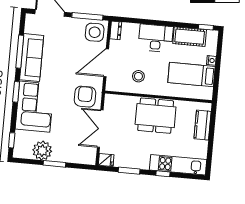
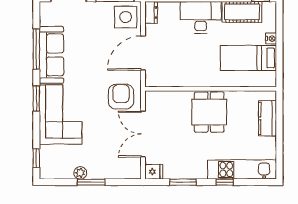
stool: (138, 76) -> (184, 66), removed
dining table: (156, 116) -> (209, 112), width x0.73
plant: (42, 151) -> (80, 173), width x0.53, depth x0.53

